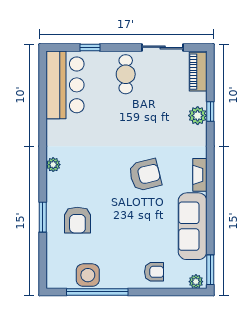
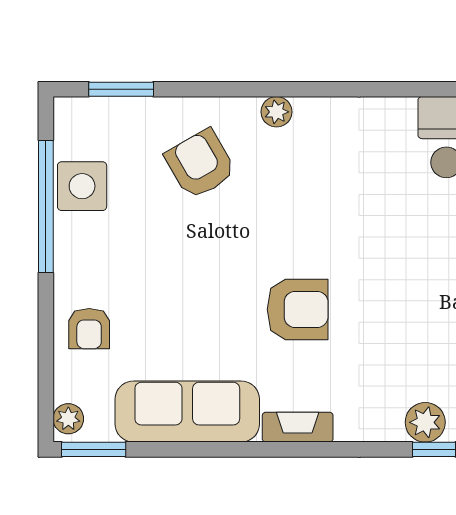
plant: (53, 165) -> (276, 112), moved
armchair: (145, 175) -> (298, 309), turned -76
window: (43, 217) -> (121, 89), moved
armchair: (77, 220) -> (200, 164), turned 60

